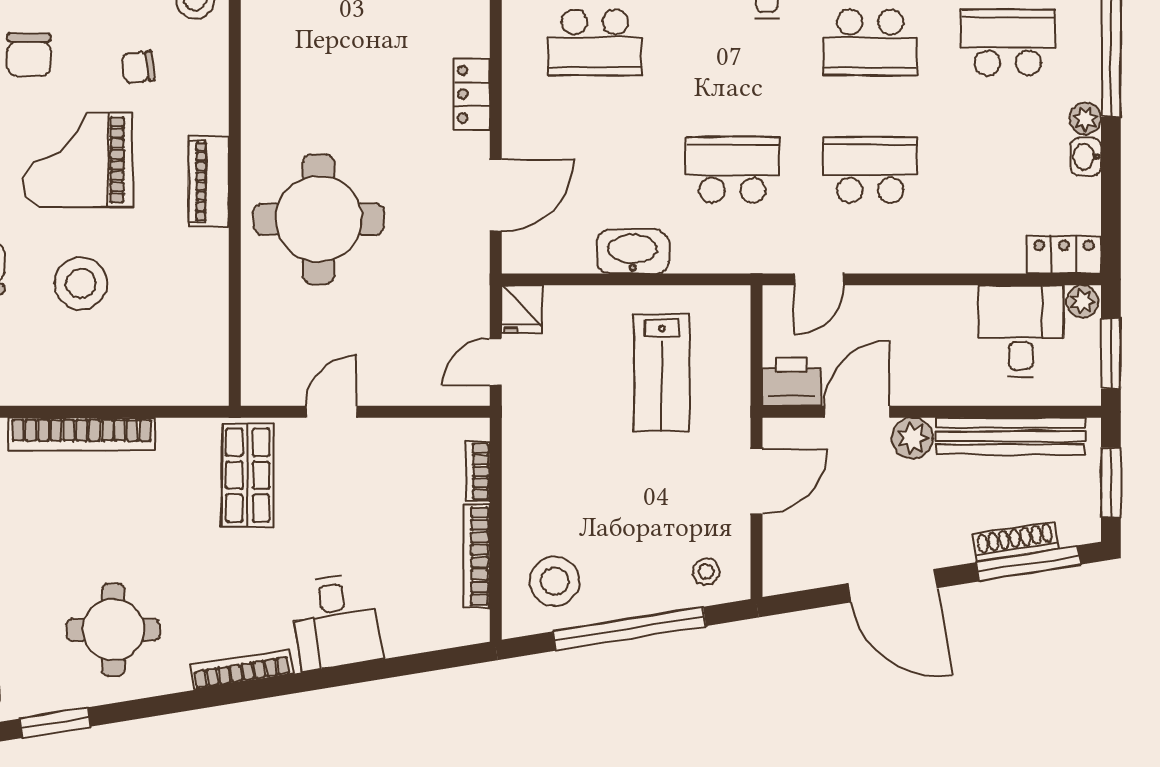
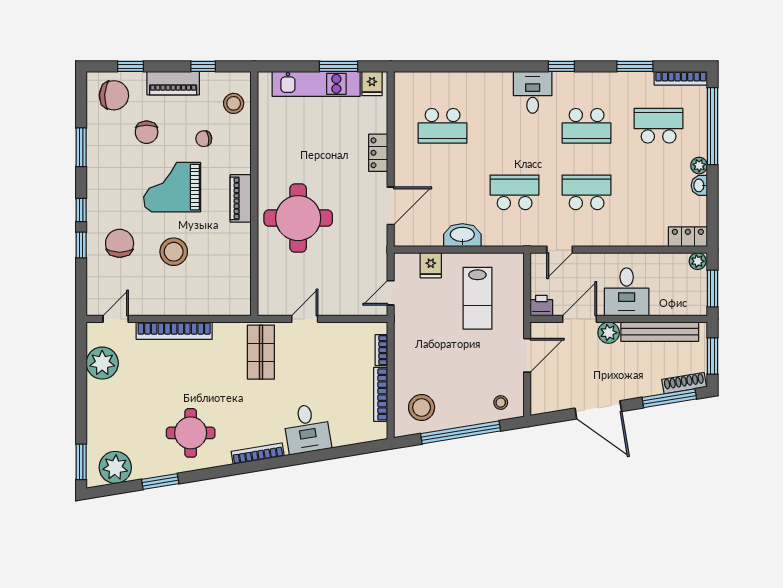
fridge: (522, 309) -> (431, 265), moved
desk: (1021, 331) -> (627, 292), moved, turned 180
printer: (792, 382) -> (541, 306), width x0.73, depth x0.81
shoe rack: (1015, 541) -> (684, 383), moved

